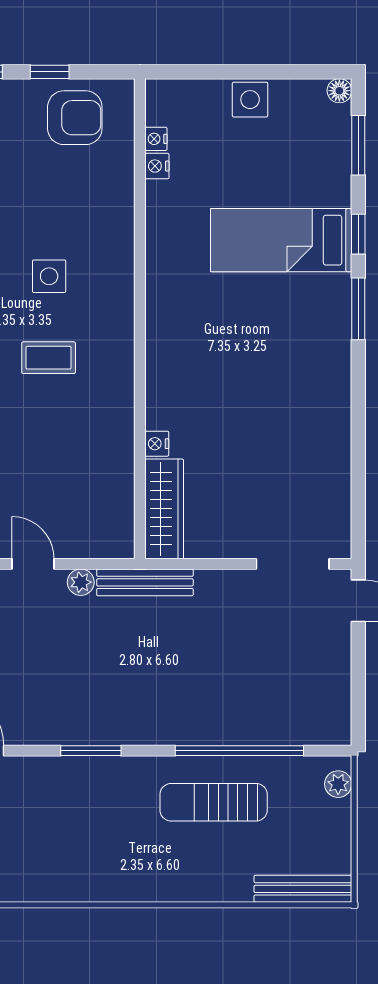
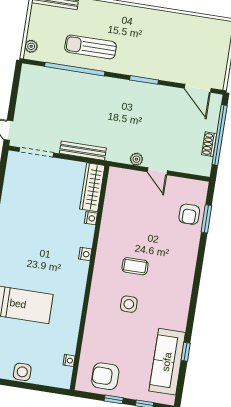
nightstand: (157, 166) -> (85, 254), moved
bench: (145, 582) -> (83, 151), moved
sun lounger: (214, 802) -> (91, 47), turned 180

